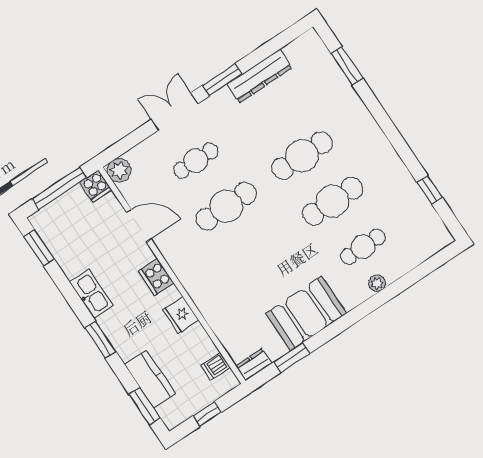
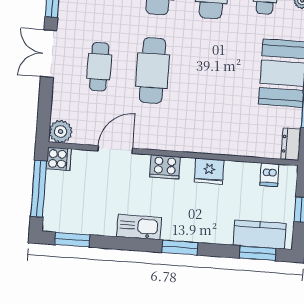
kitchen counter: (150, 379) -> (260, 234), moved

